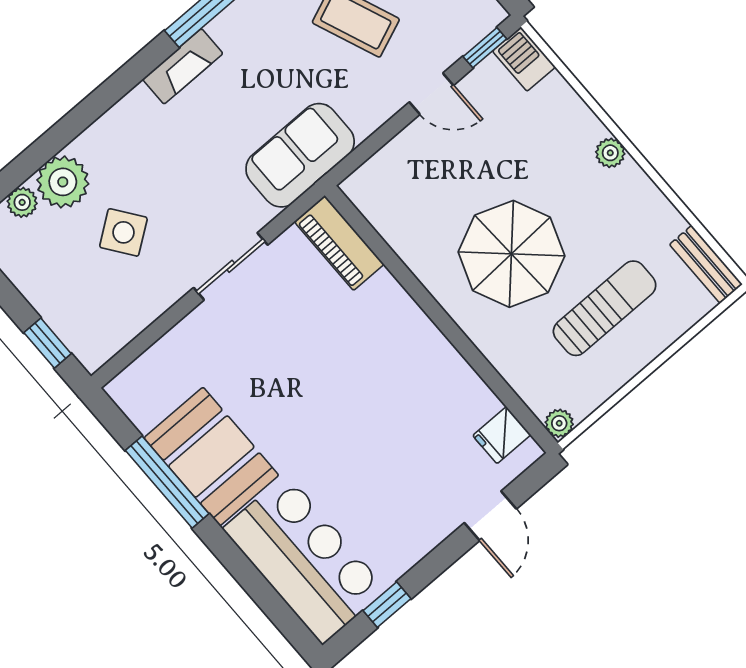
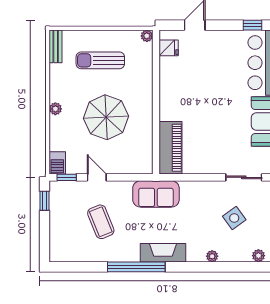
fireplace: (183, 66) -> (163, 253), width x1.37, depth x1.32
plant: (63, 182) -> (212, 256), moved, width x0.53, depth x0.53
piano: (339, 243) -> (171, 148), width x1.37, depth x1.33
parasol: (511, 254) -> (106, 117), moved
sliding door: (231, 266) -> (244, 177), moved

